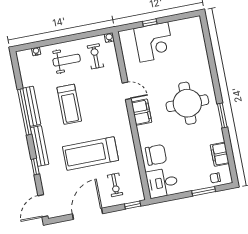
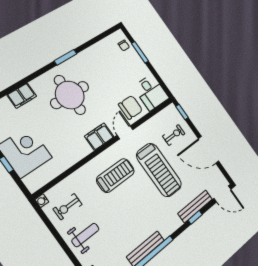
weight bench: (67, 60) -> (85, 235), turned 90
door: (127, 91) -> (125, 132), moved
treadmill: (69, 104) -> (115, 175), moved
bench: (39, 146) -> (195, 206), moved
filing cabinet: (220, 154) -> (22, 96), moved
chair: (156, 155) -> (131, 107), turned 90

